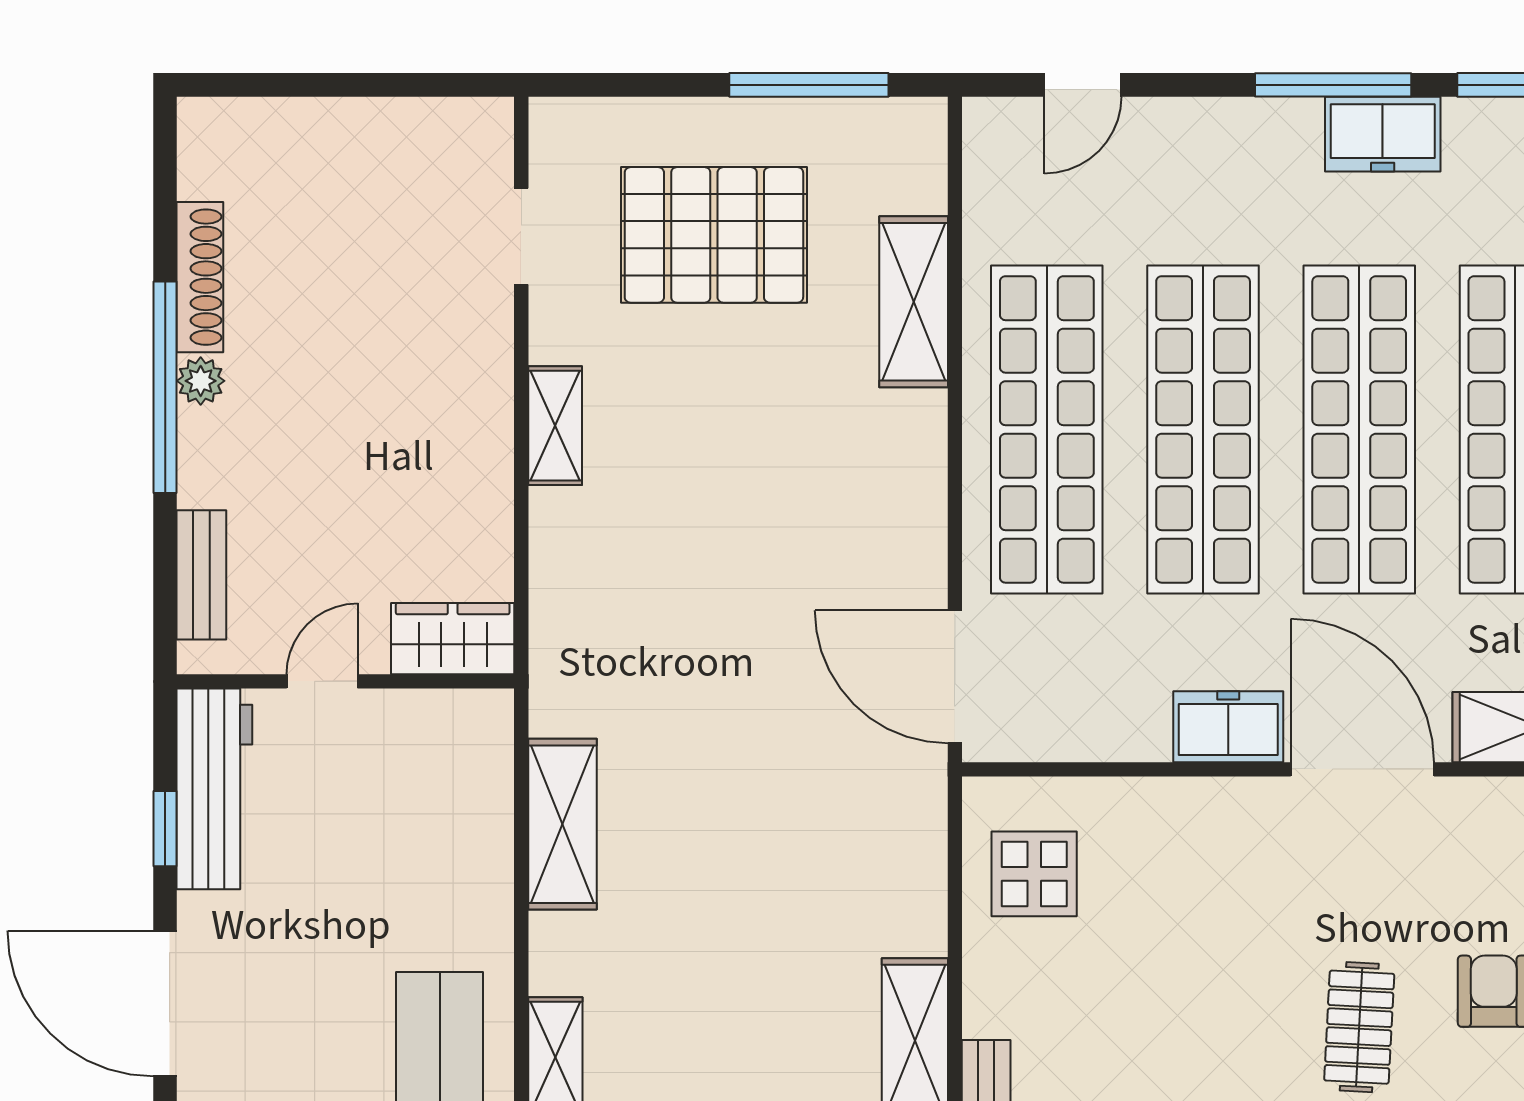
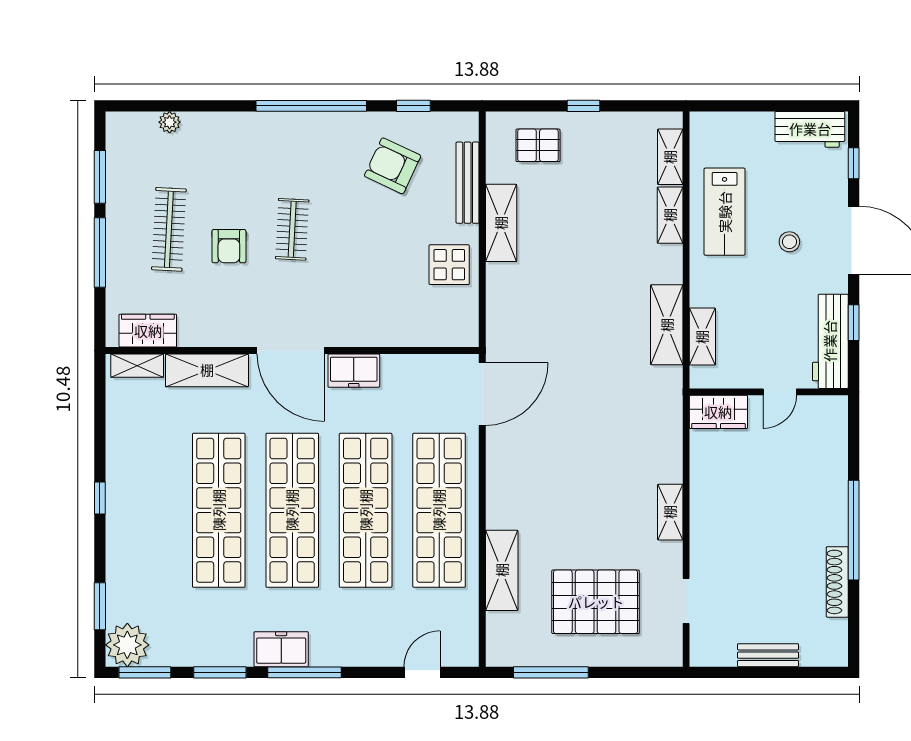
plant: (201, 381) -> (837, 533), removed
bench: (201, 575) -> (768, 655), moved, turned 90
door: (955, 677) -> (482, 394), hinge flipped
shelving: (487, 799) -> (702, 337), added
display table: (1034, 874) -> (449, 265), moved
stool: (302, 1001) -> (789, 242), added

